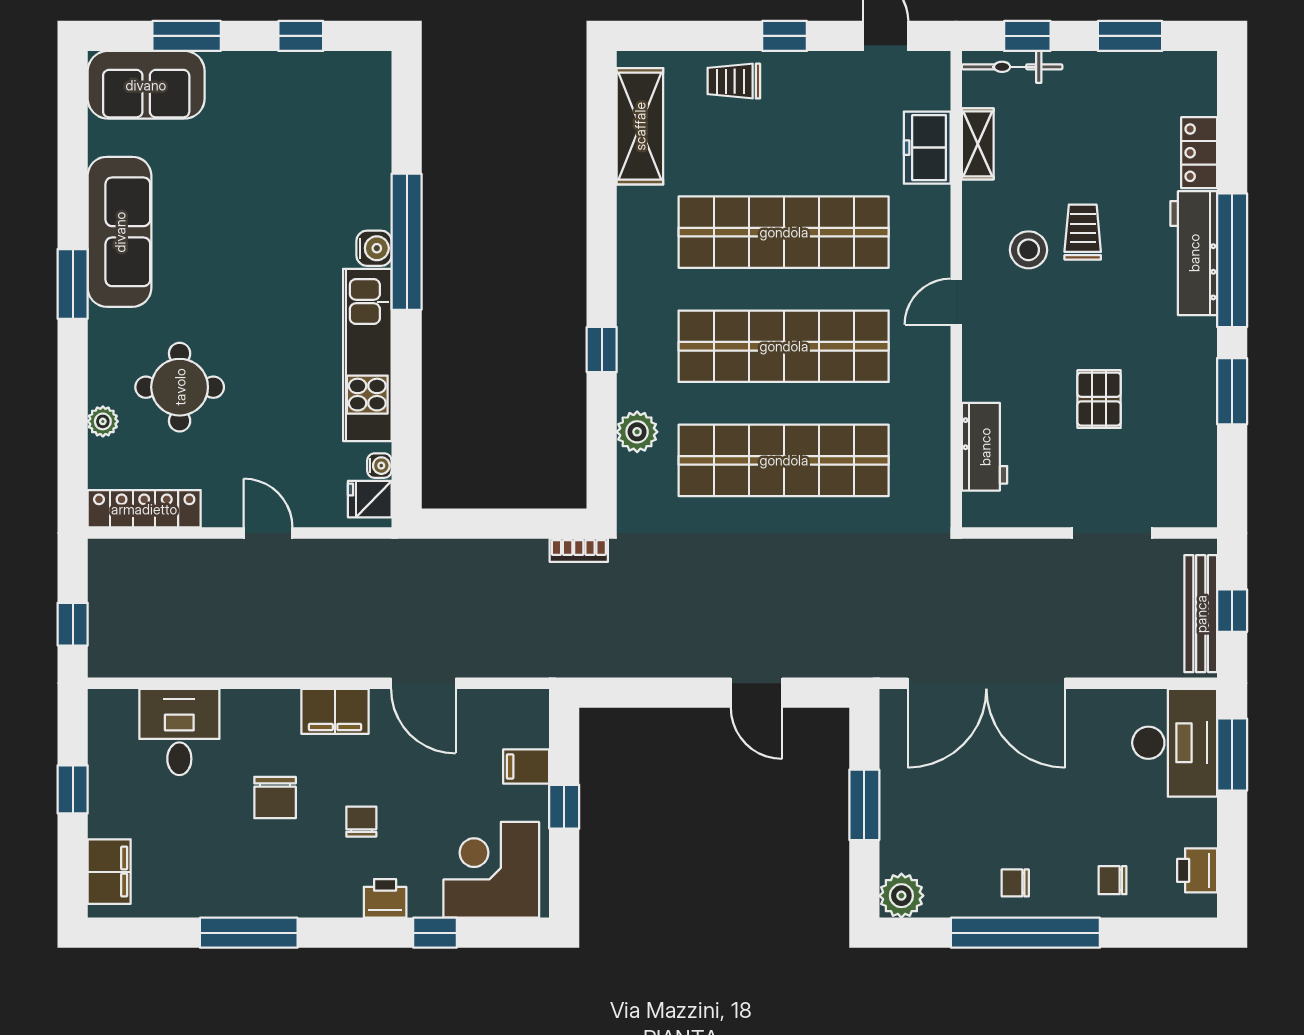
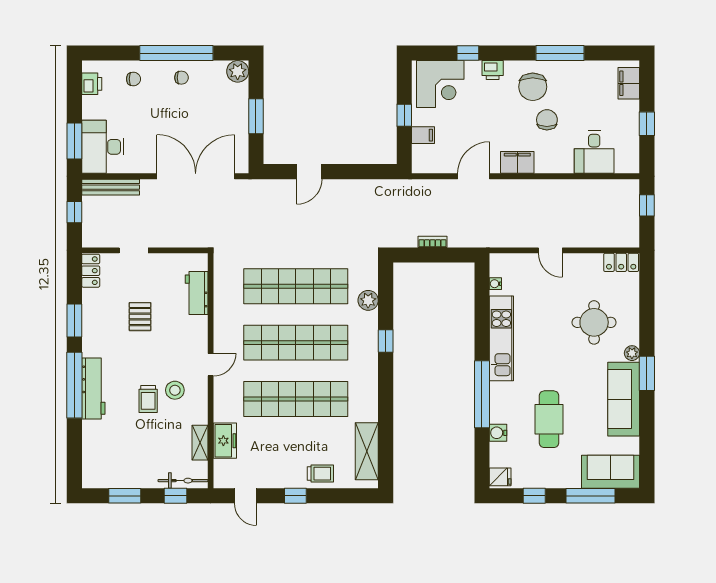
window: (187, 36) -> (591, 496), width x1.44
locker: (1199, 153) -> (91, 271), moved
cafe table: (271, 191) -> (549, 419), added
water cooler: (374, 248) -> (498, 433), moved
plant: (103, 421) -> (632, 353), moved
fridge: (370, 499) -> (500, 477), moved
locker: (144, 509) -> (621, 262), width x0.66
doorway: (1112, 533) -> (134, 250), width x0.73
bookcase: (579, 550) -> (433, 242), moved
bench: (1201, 614) -> (111, 187), moved, turned 90
door: (423, 683) -> (474, 176), hinge flipped
door: (756, 693) -> (309, 172), swing flipped
chair: (361, 822) -> (533, 87), moved, width x1.87, depth x1.87

